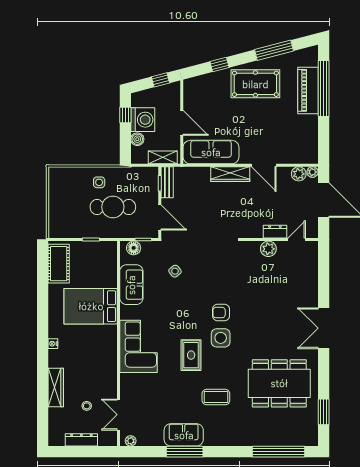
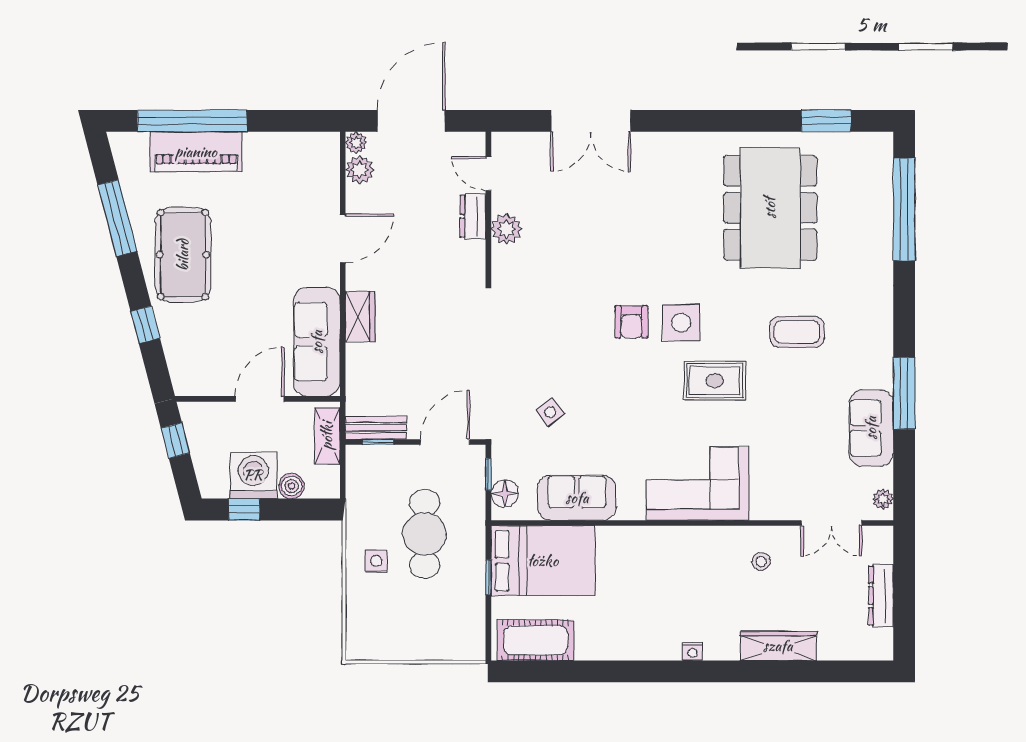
wardrobe: (230, 174) -> (360, 316), width x0.67
bed: (91, 306) -> (543, 561), moved, turned -90
double door: (324, 328) -> (591, 121), moved
coffee table: (216, 397) -> (797, 332), turned 90
stool: (87, 406) -> (761, 562), moved
sofa: (184, 435) -> (871, 428), moved

